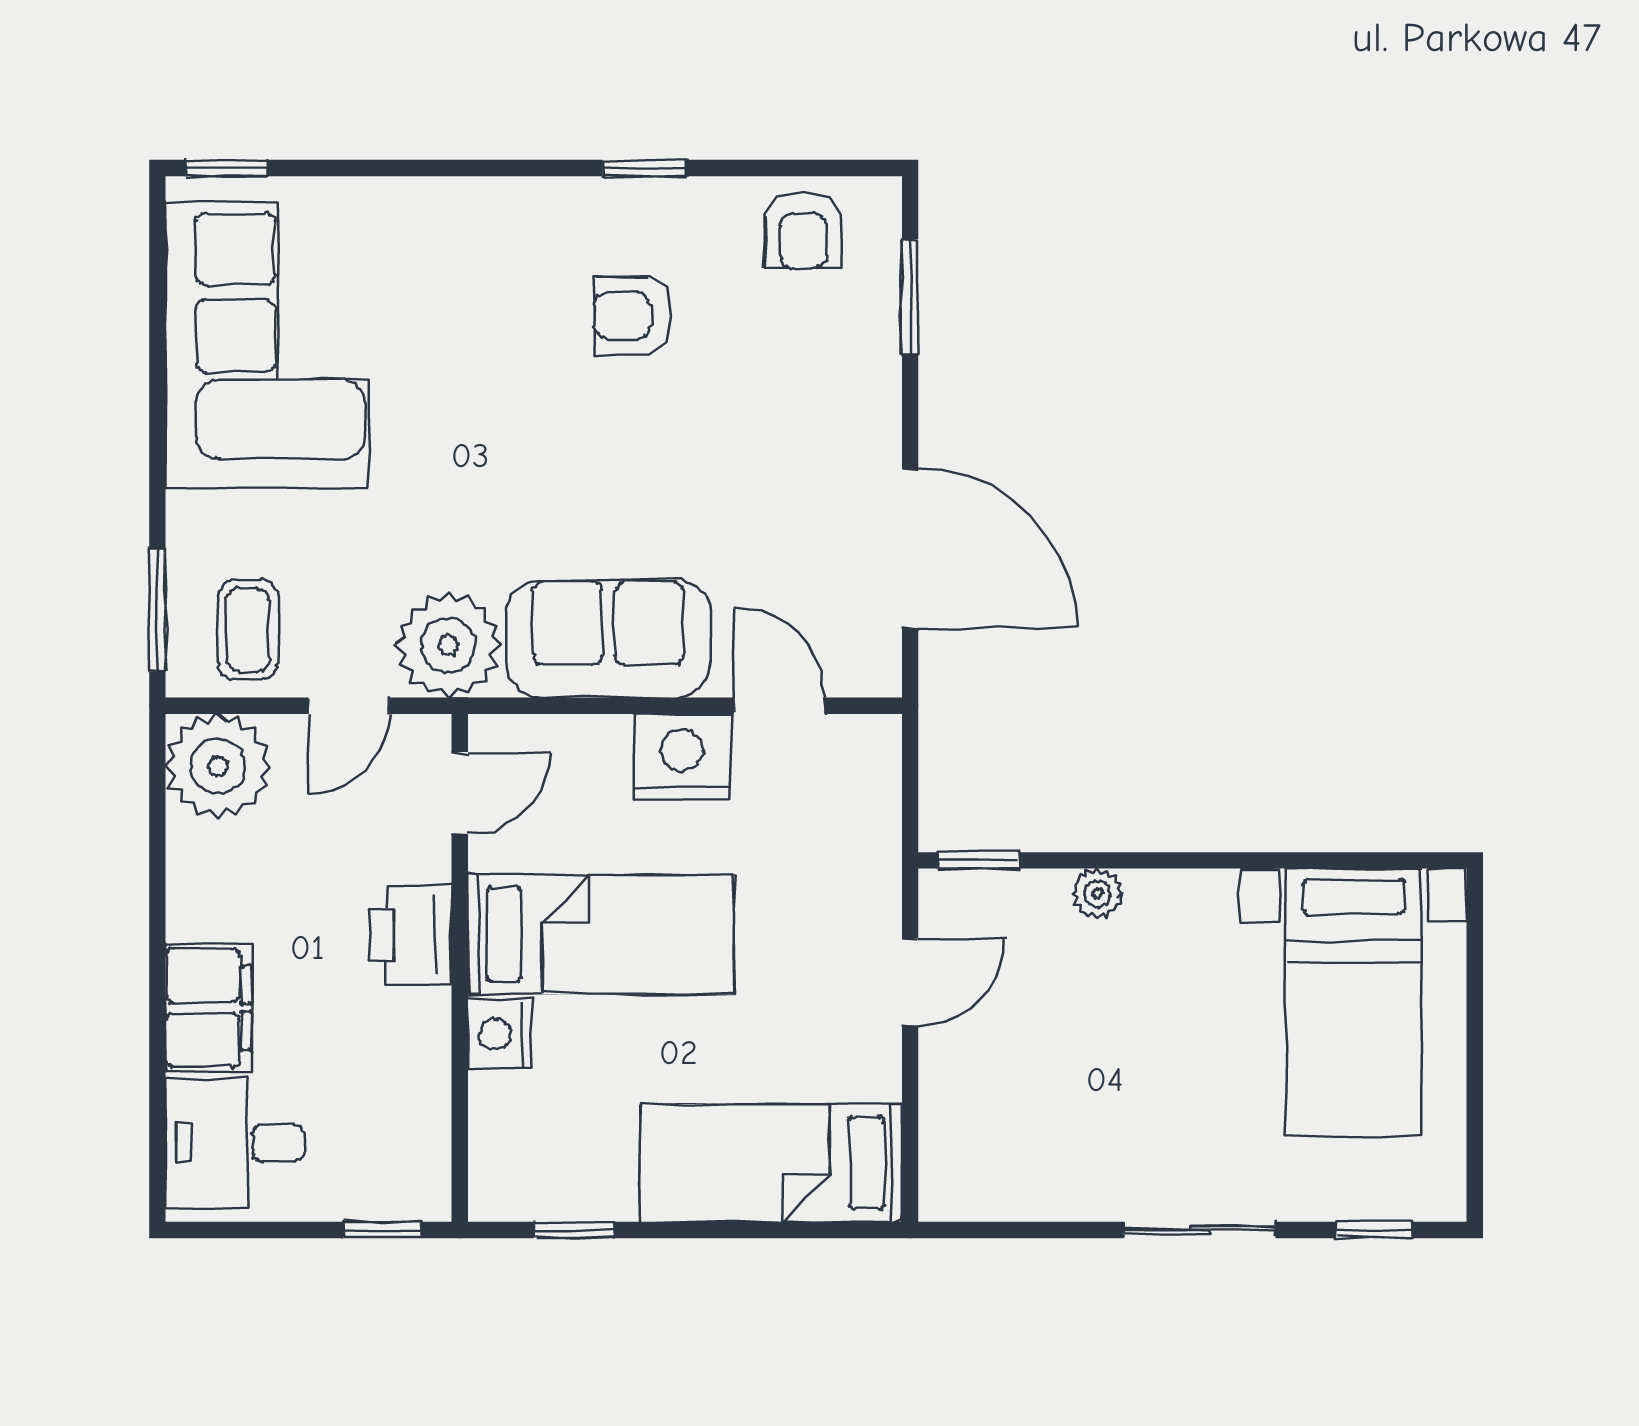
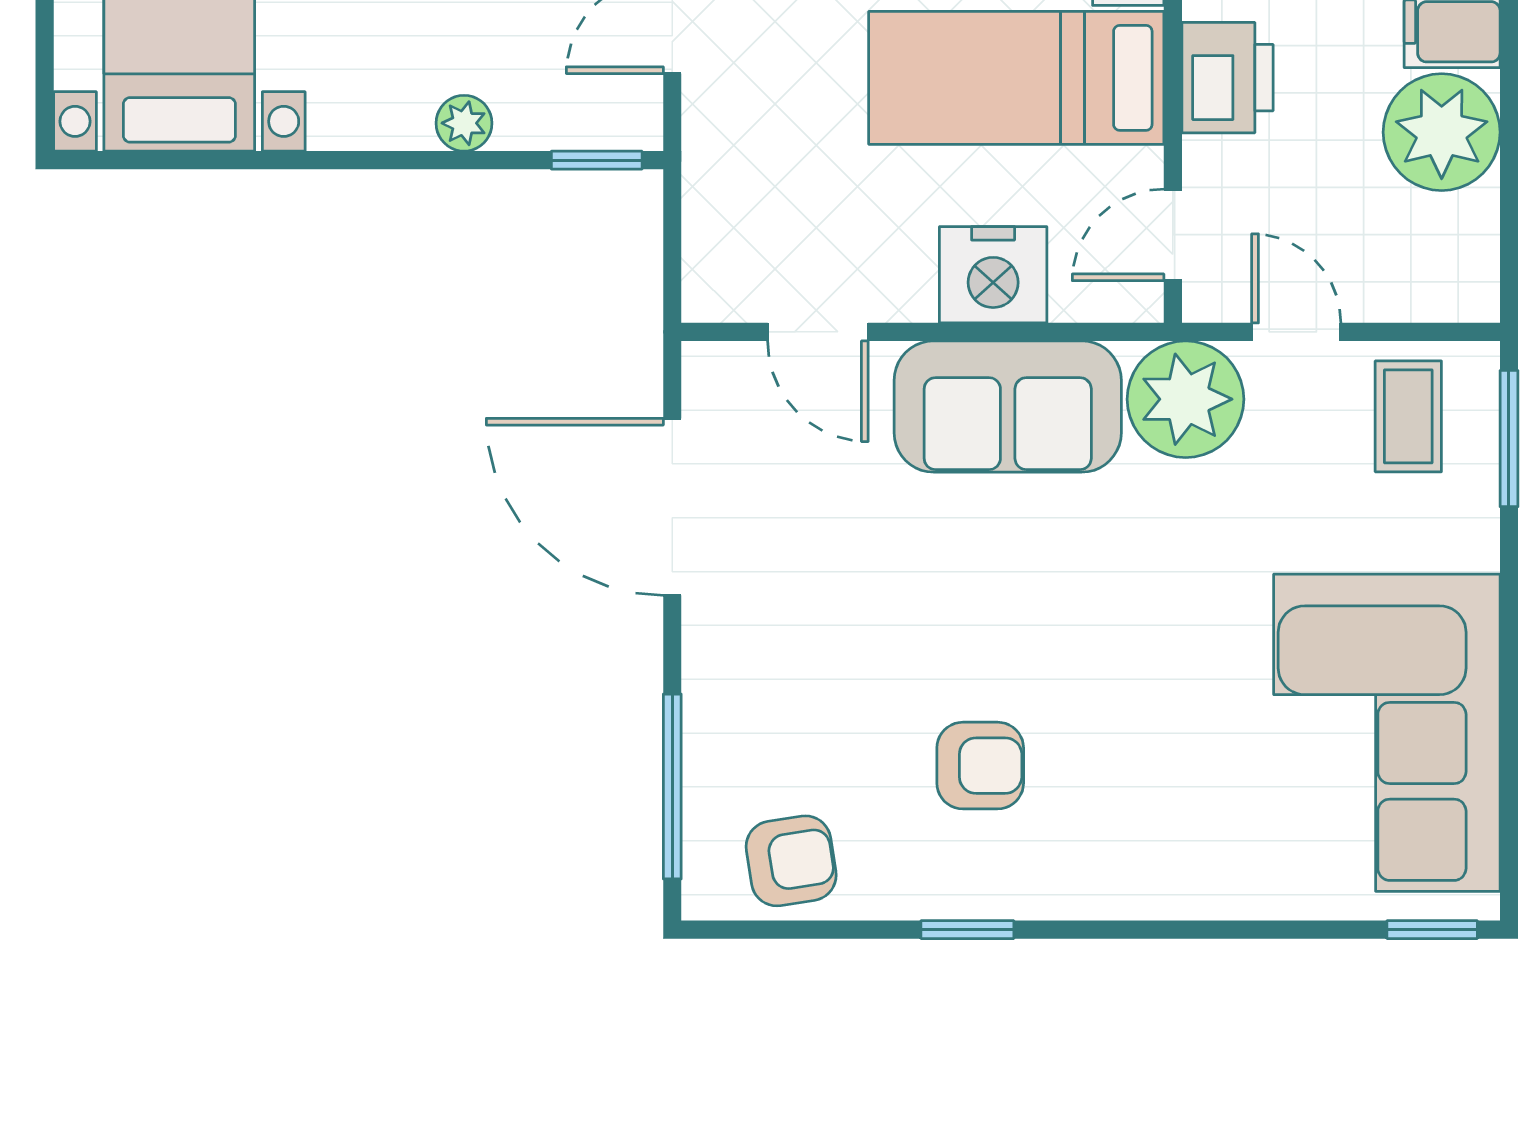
armchair: (803, 230) -> (791, 861), turned 81
window: (910, 297) -> (672, 787), width x1.44
door: (349, 706) -> (1296, 332), hinge flipped
nightstand: (682, 757) -> (993, 275), moved
plant: (218, 766) -> (1442, 132), moved

